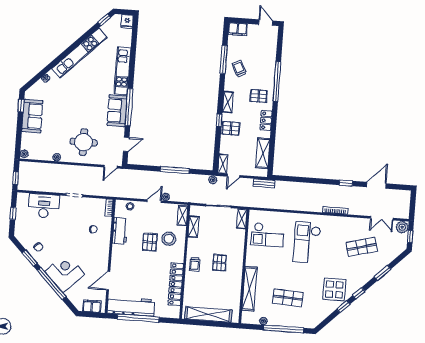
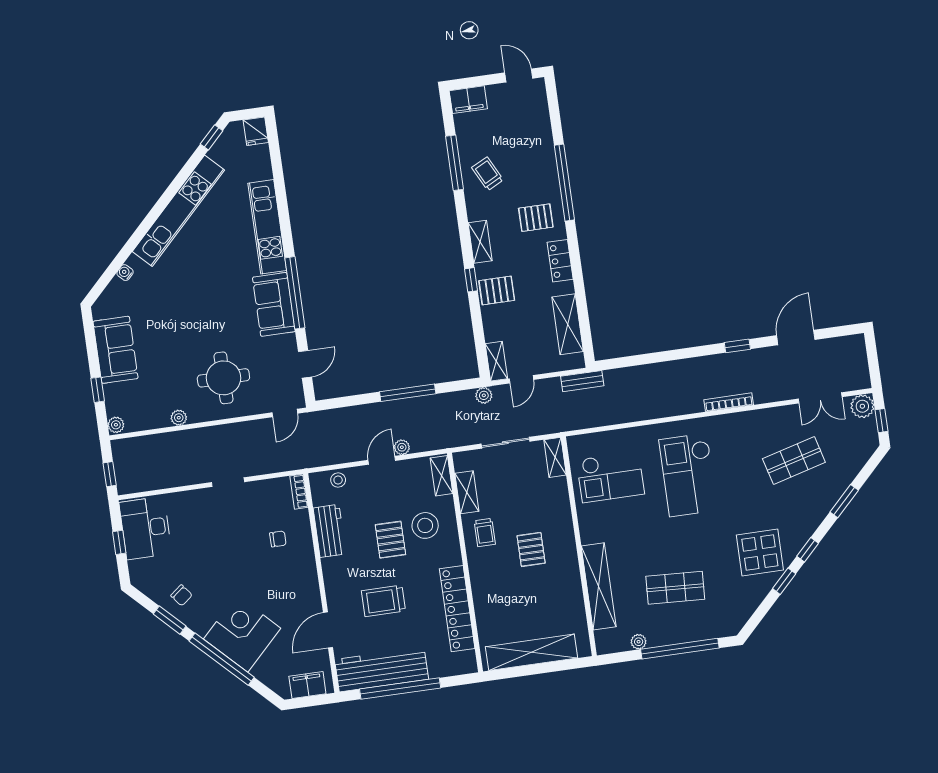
window: (21, 106) -> (98, 390), moved
desk: (44, 206) -> (145, 528), moved, turned -90
trolley: (195, 264) -> (485, 532), moved
trolley: (139, 272) -> (383, 601), added

